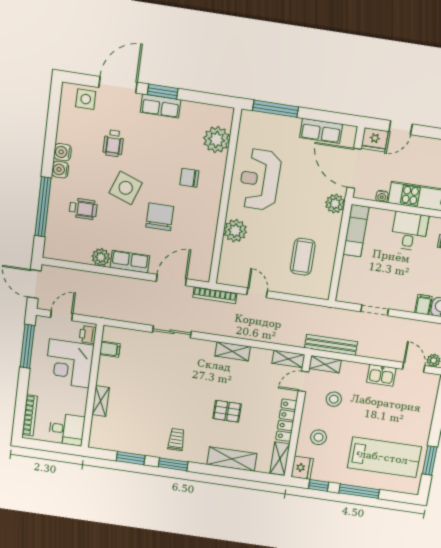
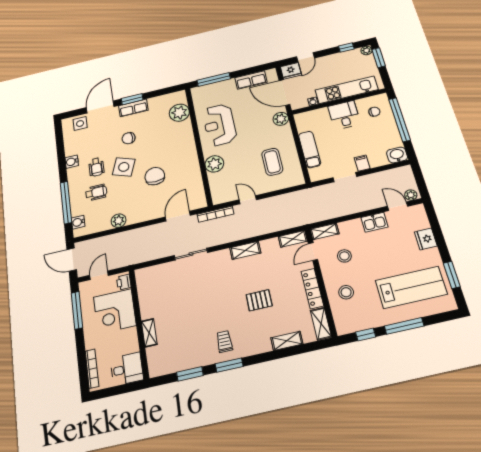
wheelchair: (113, 143) -> (96, 167), moved
water cooler: (60, 170) -> (78, 222), moved
chair: (189, 178) -> (129, 138), moved
exam couch: (356, 231) -> (310, 149), moved
row of seats: (130, 262) -> (142, 215), removed
filing cabinet: (423, 305) -> (362, 163), moved
bench: (331, 345) -> (322, 215), removed
filing cabinet: (110, 349) -> (145, 287), removed
shelving: (232, 459) -> (287, 341), width x0.67, depth x0.75
fridge: (302, 468) -> (426, 239), moved, turned 180

